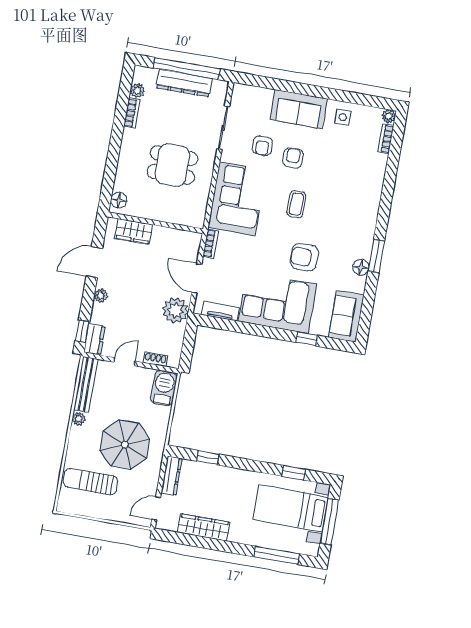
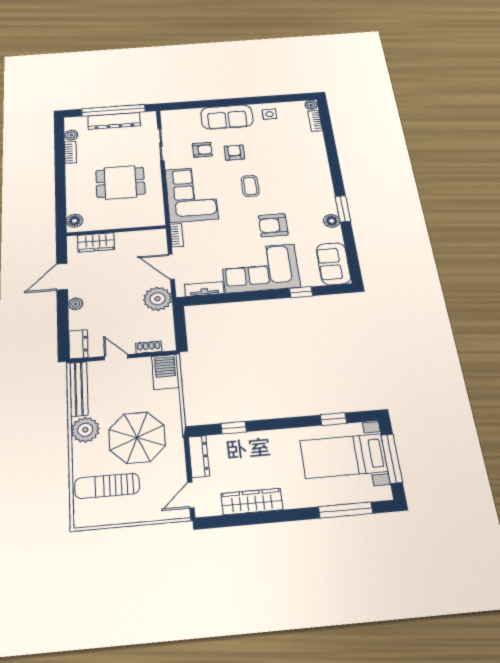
armchair: (262, 146) -> (202, 150), turned -90
window: (82, 331) -> (63, 340), removed
door: (125, 362) -> (116, 357), hinge flipped
plant: (79, 419) -> (85, 430), width x1.87, depth x1.87

